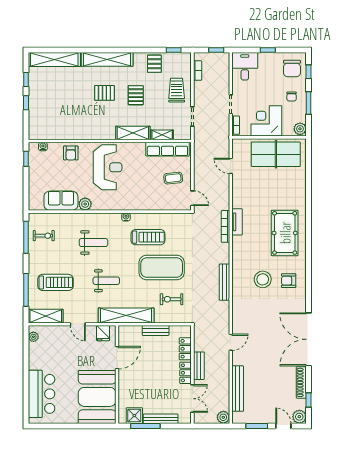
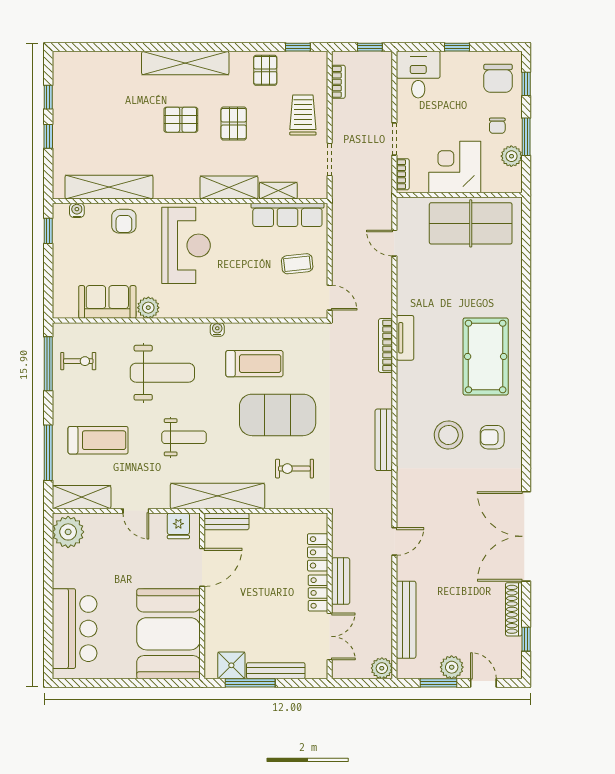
shelving: (54, 59) -> (109, 187), moved
plant: (300, 129) -> (511, 156), moved
weight bench: (93, 243) -> (162, 373), width x1.36, depth x1.33
bench: (156, 330) -> (227, 521), moved
plant: (33, 337) -> (68, 532), width x1.87, depth x1.87
plant: (299, 417) -> (452, 667), moved

